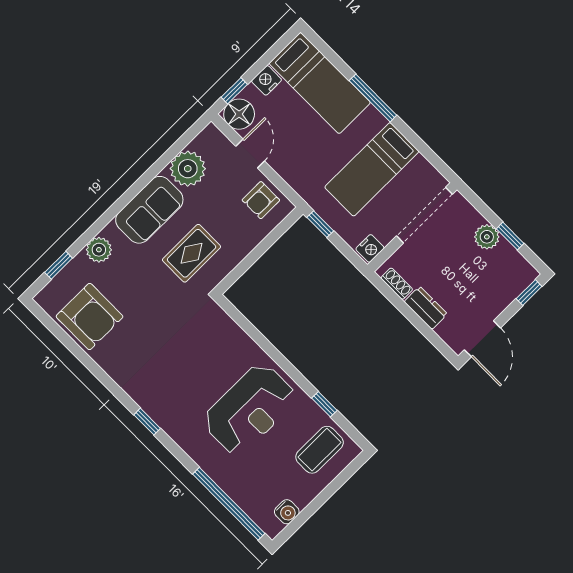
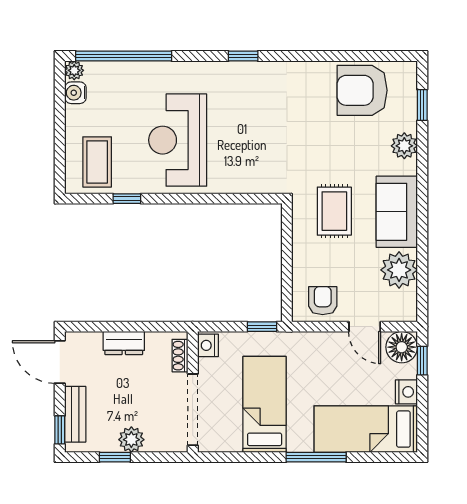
shoe rack: (397, 284) -> (180, 356), moved, turned 90
bench: (508, 293) -> (75, 414), added
plant: (272, 528) -> (74, 70), added

